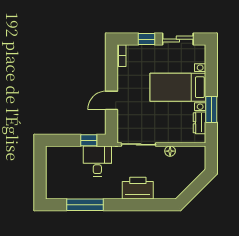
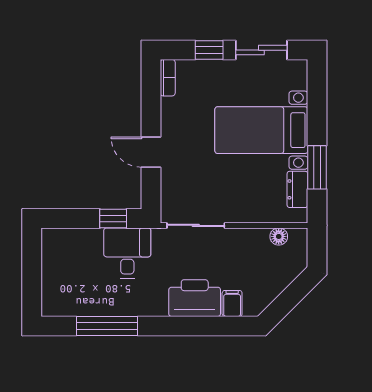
door: (112, 100) -> (151, 152), hinge flipped
floor lamp: (170, 151) -> (279, 236), moved
filing cabinet: (160, 191) -> (232, 303), added

